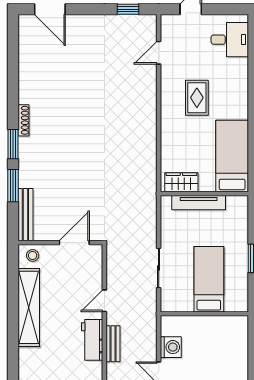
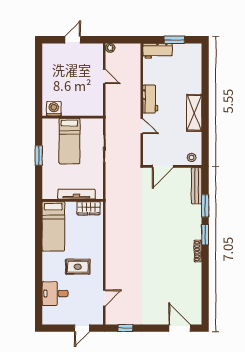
desk: (230, 40) -> (55, 293), moved
rug: (197, 98) -> (78, 267), turned 90
door: (104, 301) -> (142, 126), hinge flipped
shelving: (29, 307) -> (194, 113), width x0.68
bench: (113, 344) -> (136, 96), removed
washing machine: (171, 347) -> (54, 109), moved, turned 90

